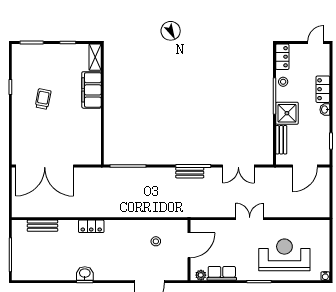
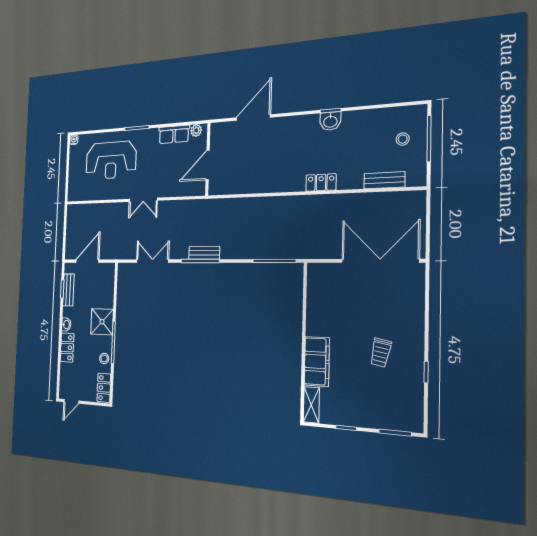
bench: (281, 140) -> (68, 290), moved
stool: (156, 241) -> (403, 139), moved

